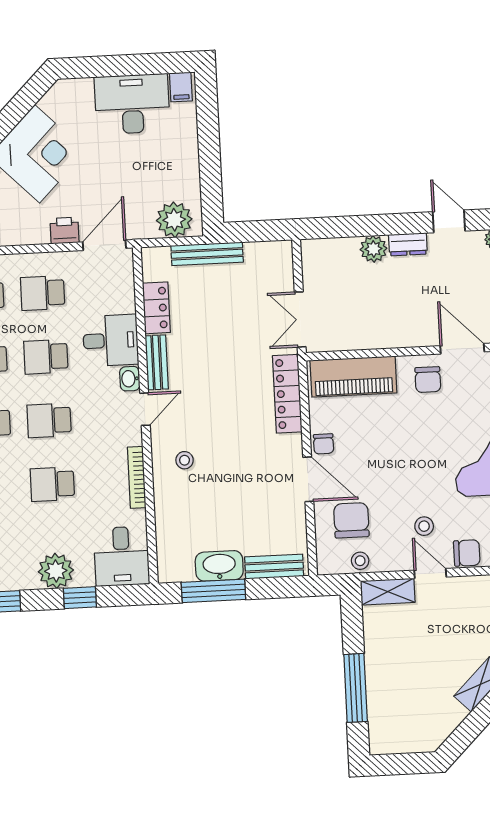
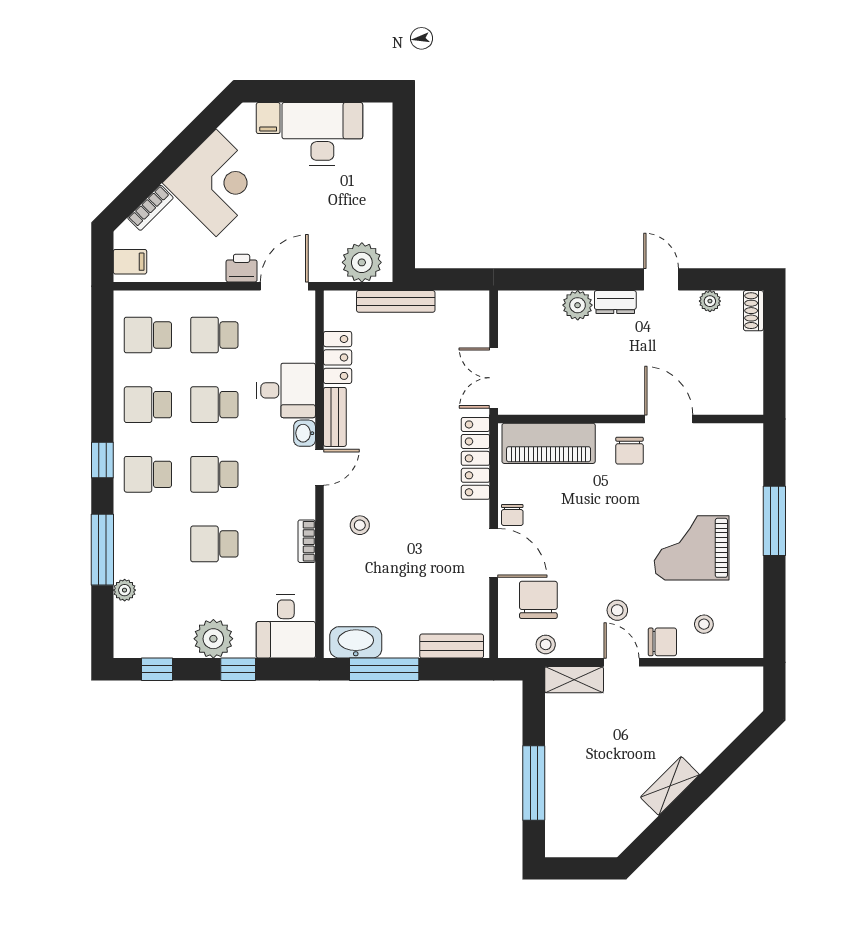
filing cabinet: (181, 87) -> (268, 118), moved
bookcase: (137, 477) -> (307, 541), width x0.64
washbasin: (219, 566) -> (356, 642), moved

